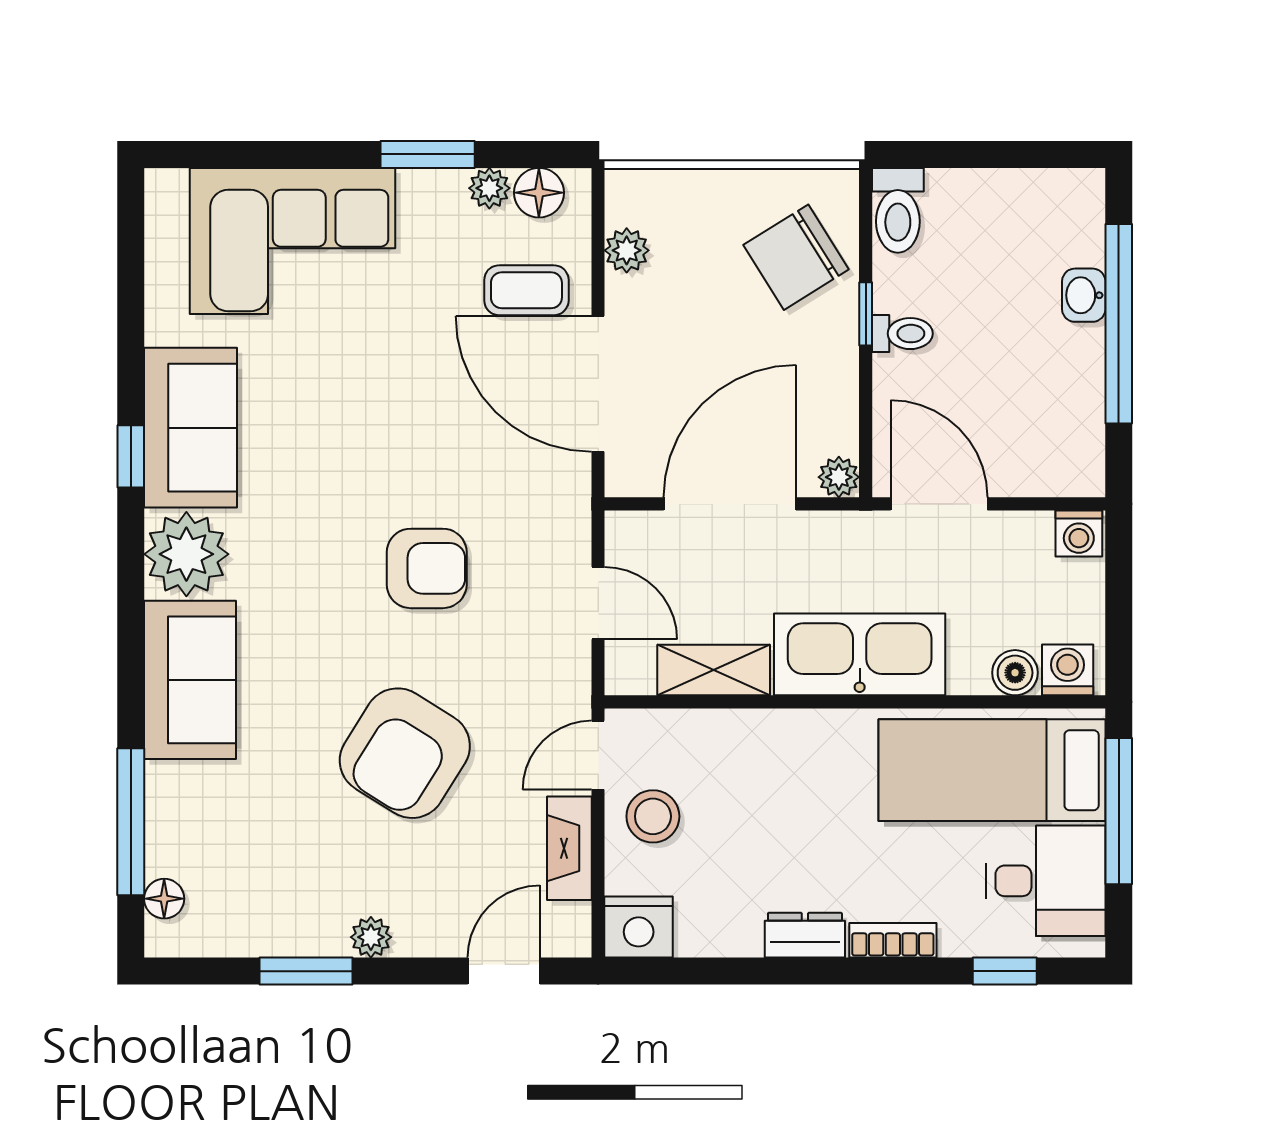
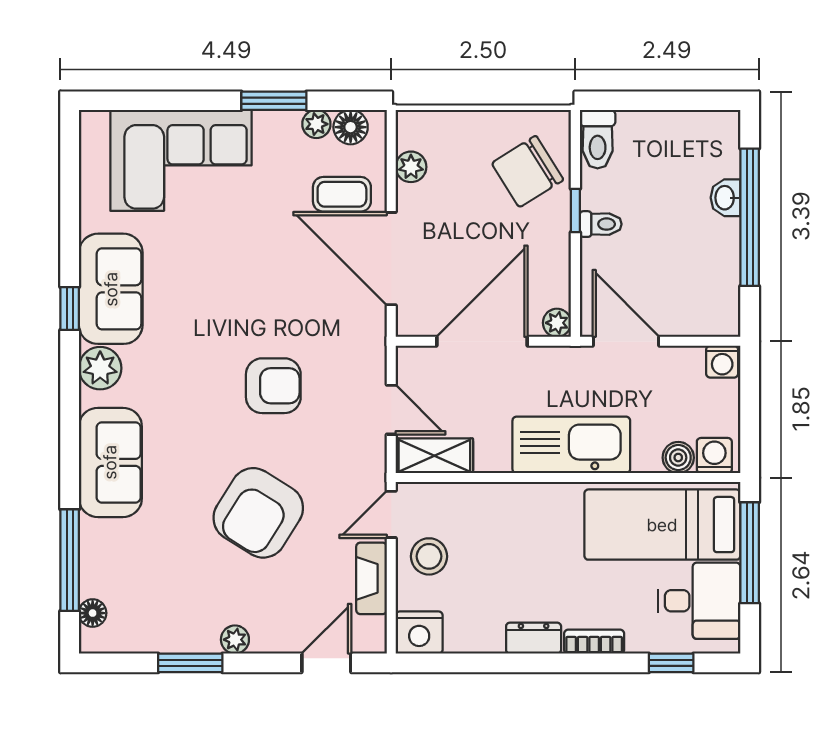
plant: (186, 554) -> (100, 368), width x0.73, depth x0.73
shelving: (714, 670) -> (434, 456), moved

